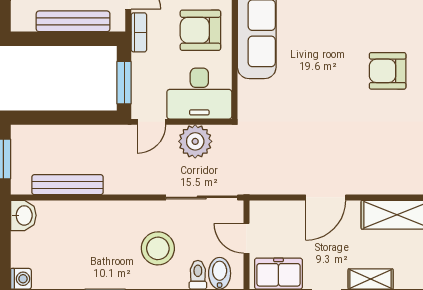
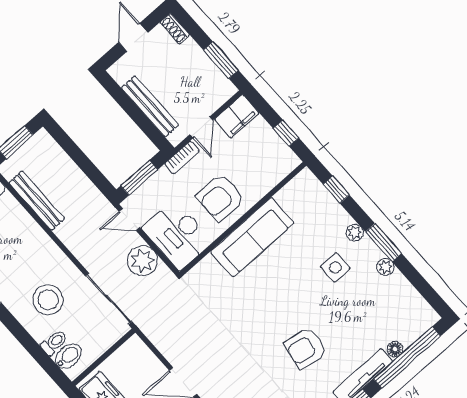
armchair: (200, 30) -> (220, 197), turned -90
armchair: (388, 71) -> (305, 348), turned -81
door: (246, 238) -> (108, 353), removed

